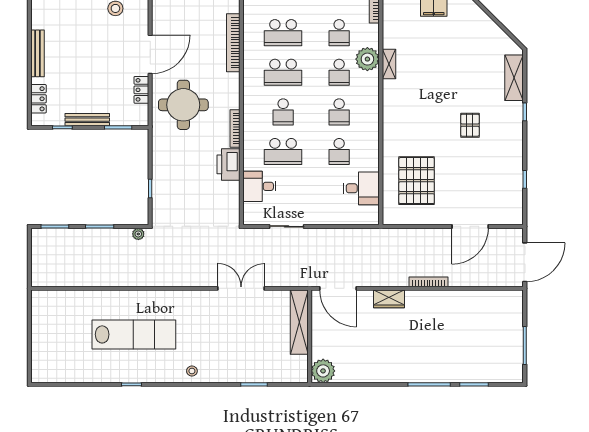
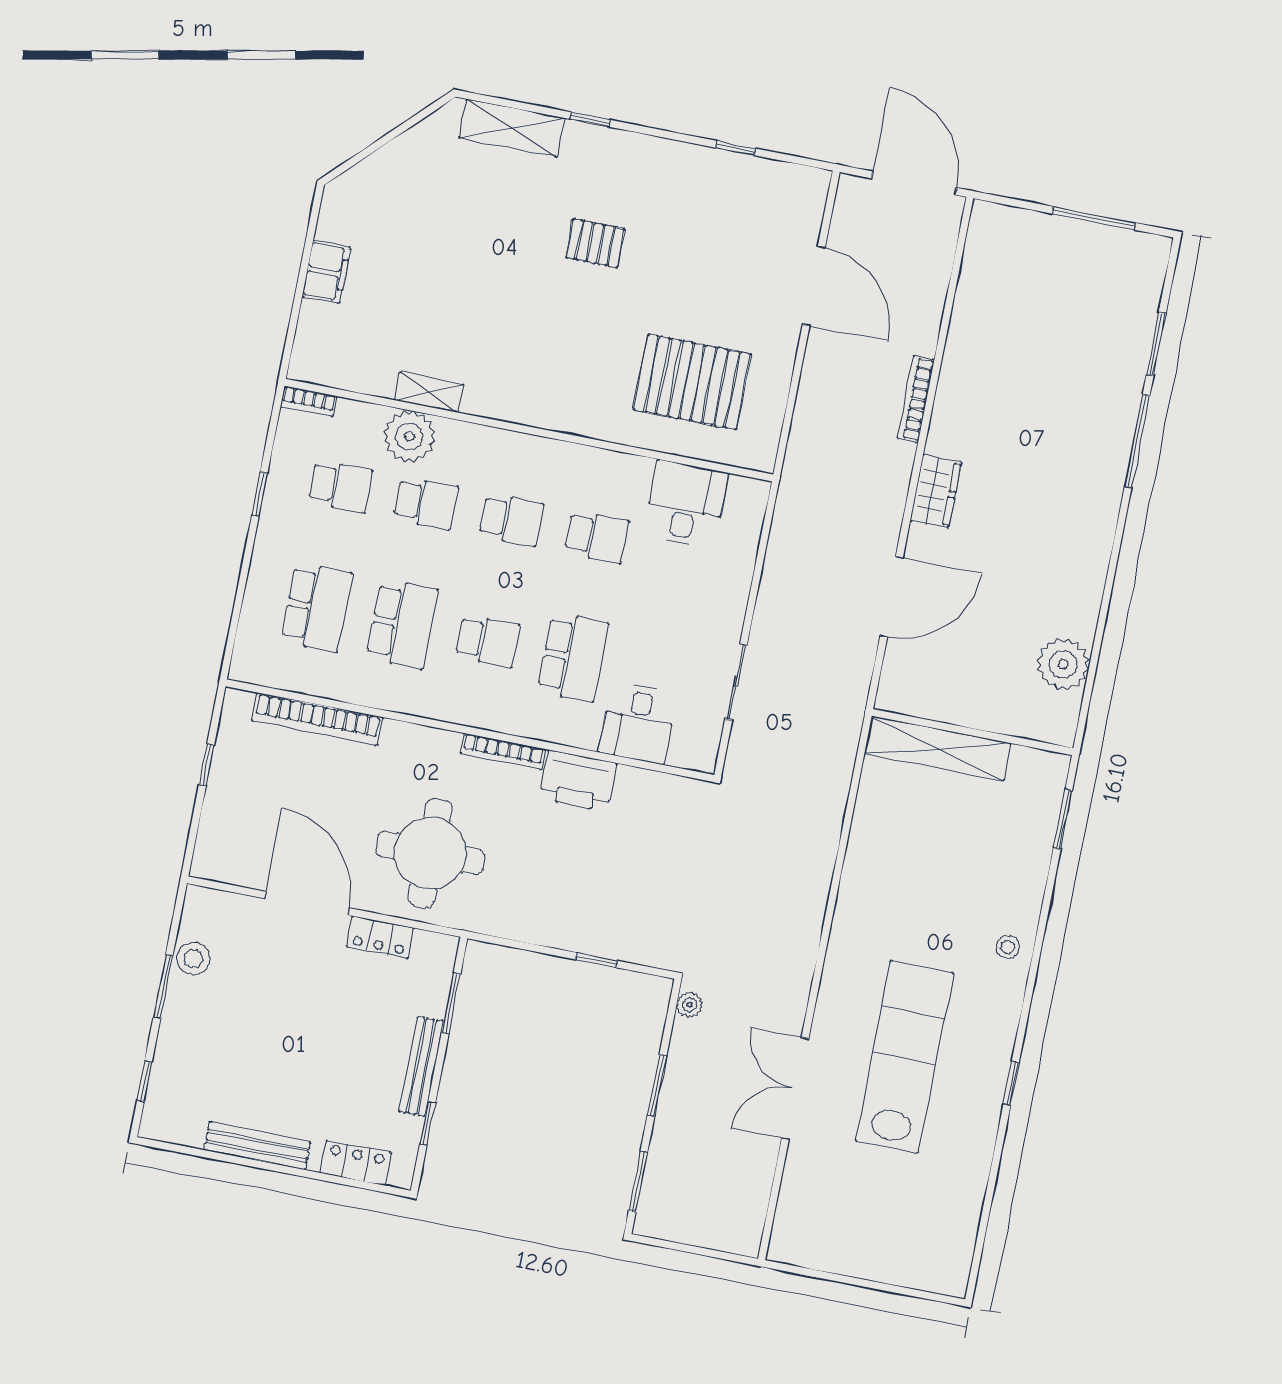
double door: (241, 288) -> (795, 1089), moved
shelving: (299, 322) -> (937, 748), moved
wall: (310, 336) -> (972, 732), moved

